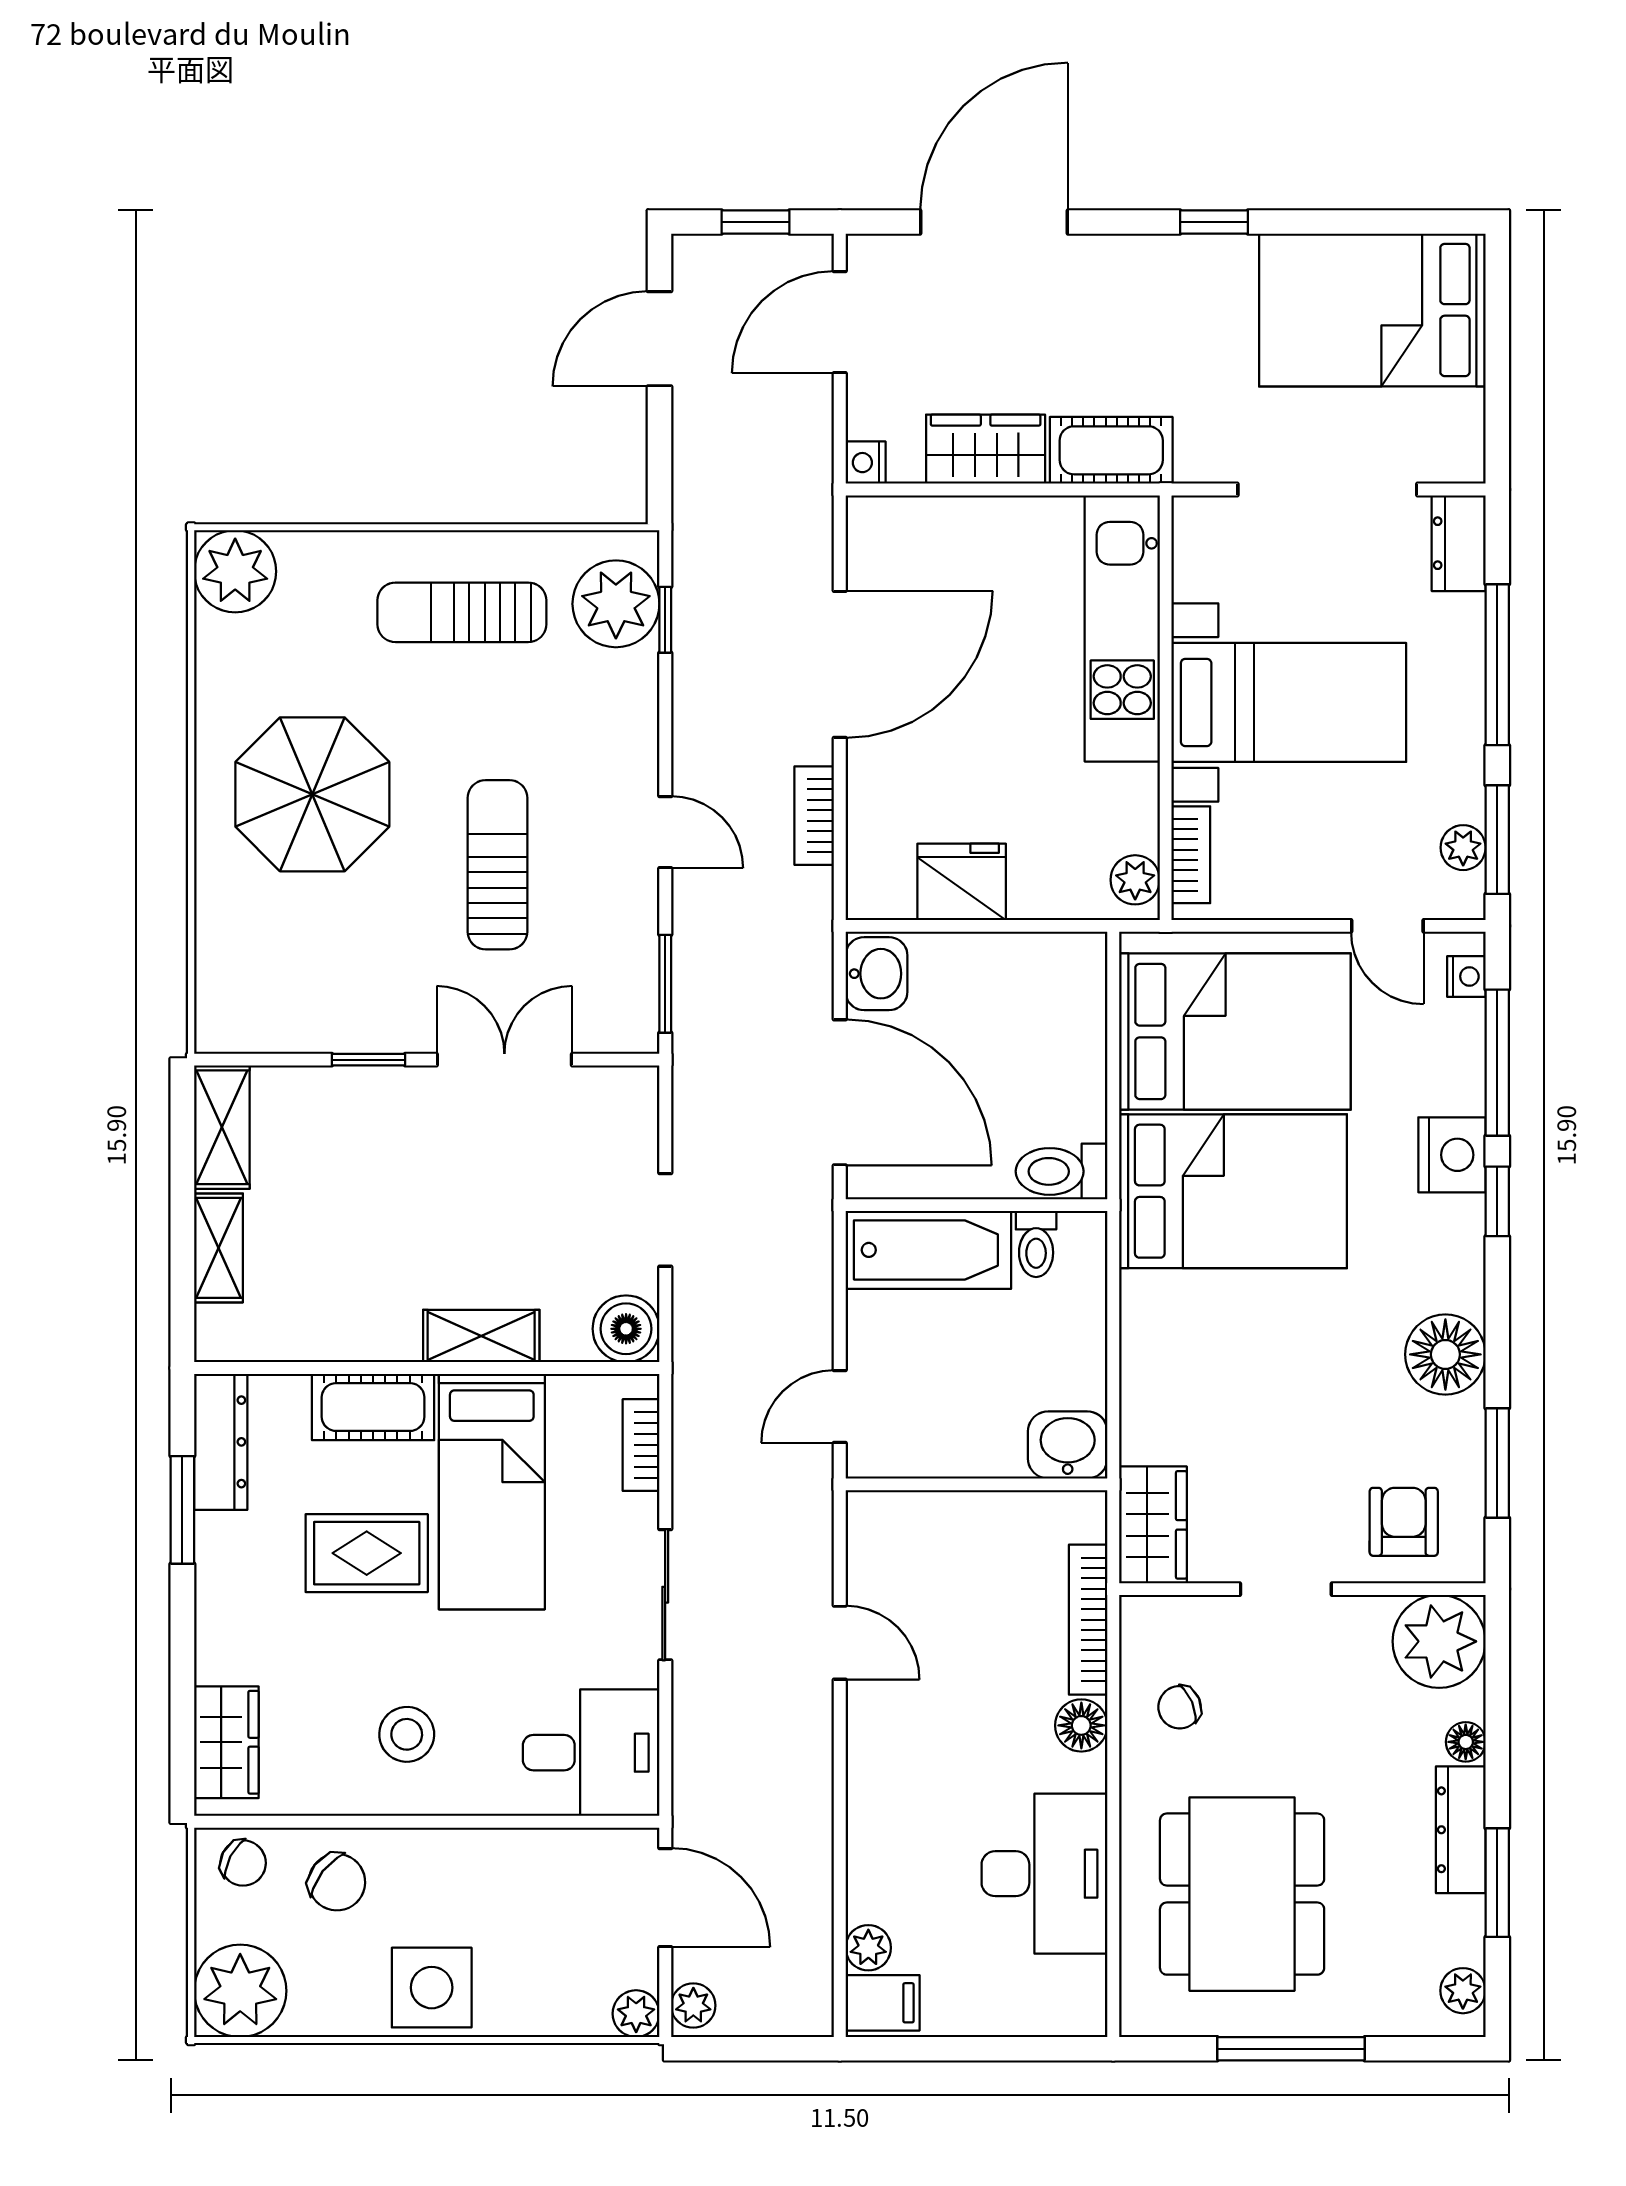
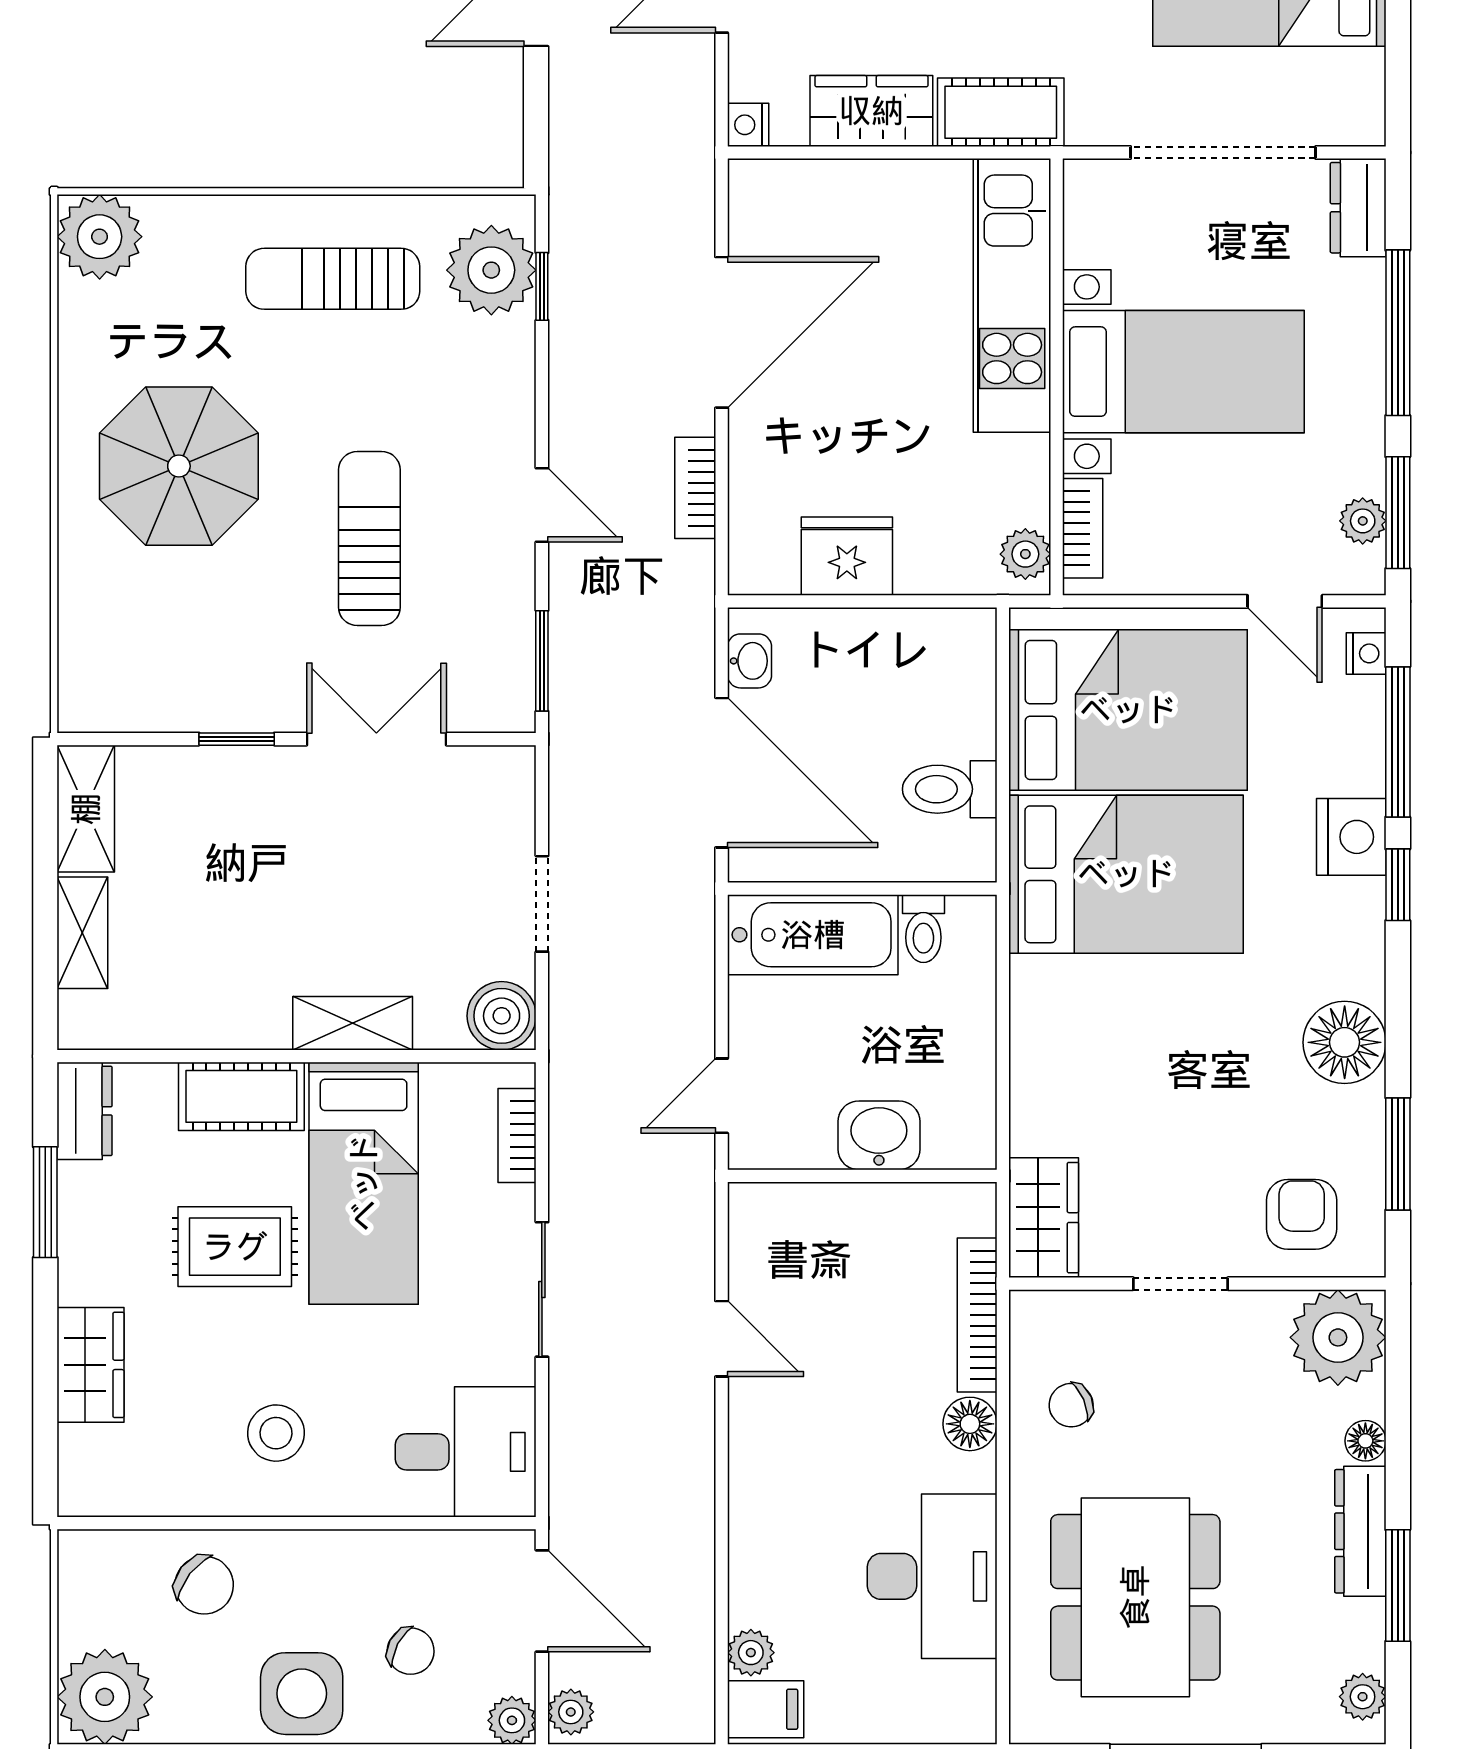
washbasin: (877, 974) -> (749, 661), width x0.72, depth x0.69
toilet: (1062, 1171) -> (950, 789), moved
dresser: (221, 1442) -> (85, 1111), width x0.70
washbasin: (1068, 1445) -> (879, 1135), moved
wardrobe: (226, 1742) -> (91, 1365), moved
chair: (243, 1863) -> (411, 1651), moved

